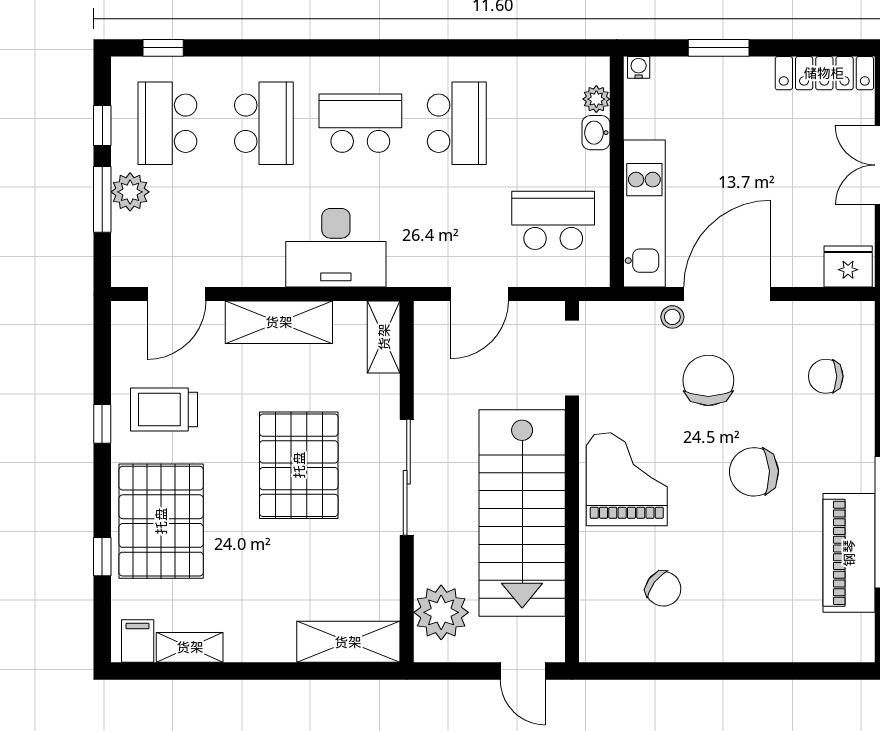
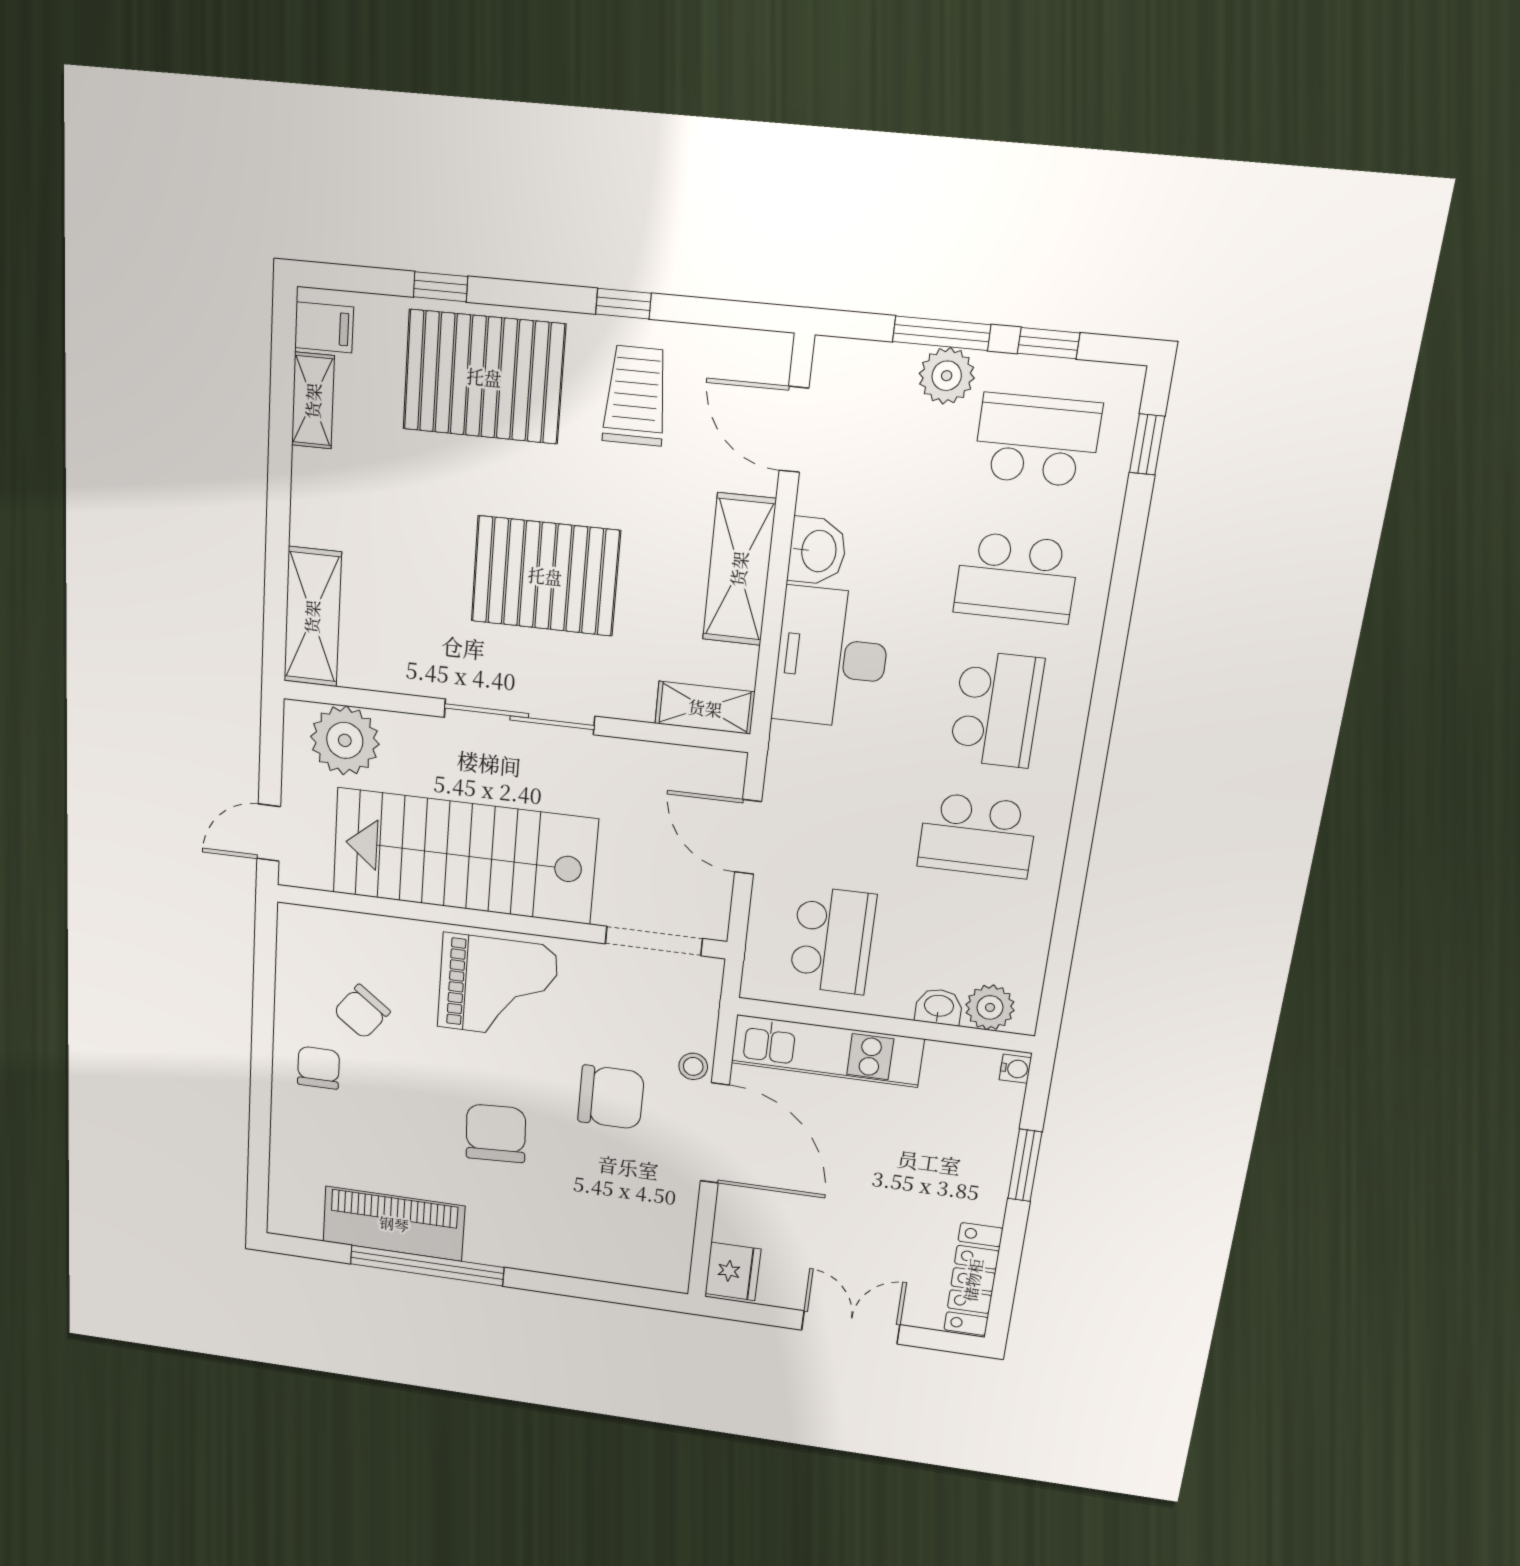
plant: (596, 99) -> (990, 1007), width x1.38, depth x1.38
washbasin: (260, 267) -> (817, 551), added
chair: (826, 376) -> (318, 1068), moved

